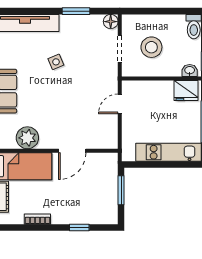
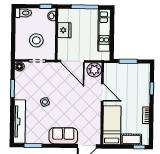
fridge: (186, 90) -> (64, 30), moved
door: (120, 104) -> (73, 61), width x1.88
plant: (27, 138) -> (94, 70), moved

